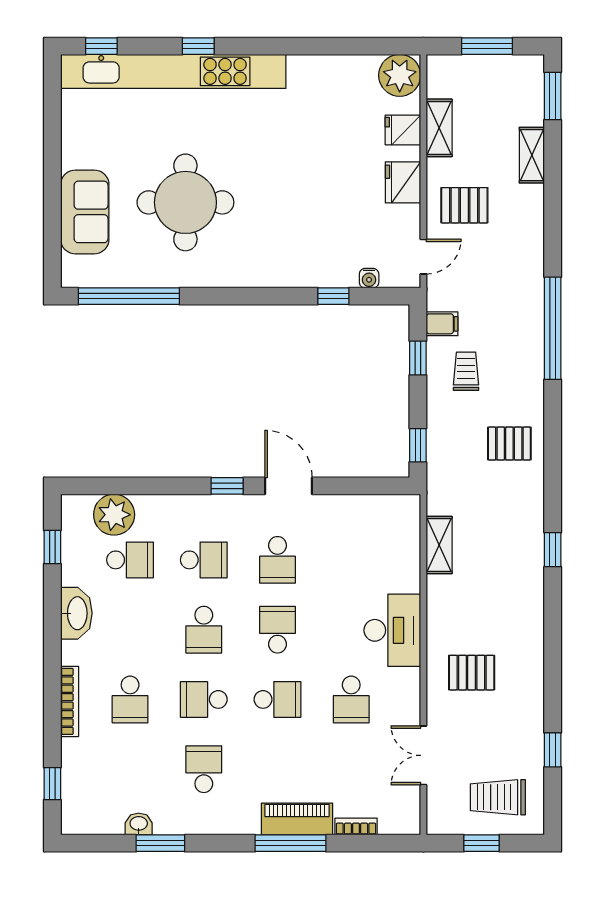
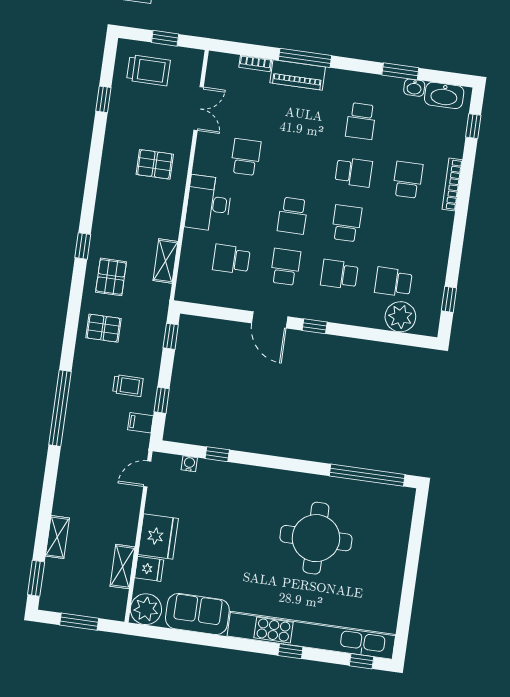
fridge: (403, 182) -> (158, 536), width x1.36, depth x1.34
pallet: (464, 205) -> (111, 277), moved, turned 90
sofa: (85, 212) -> (197, 614), moved, turned 90
trolley: (466, 371) -> (128, 386), turned -90
washbasin: (76, 613) -> (444, 95), moved, turned -90
school desk: (277, 699) -> (231, 259), moved

